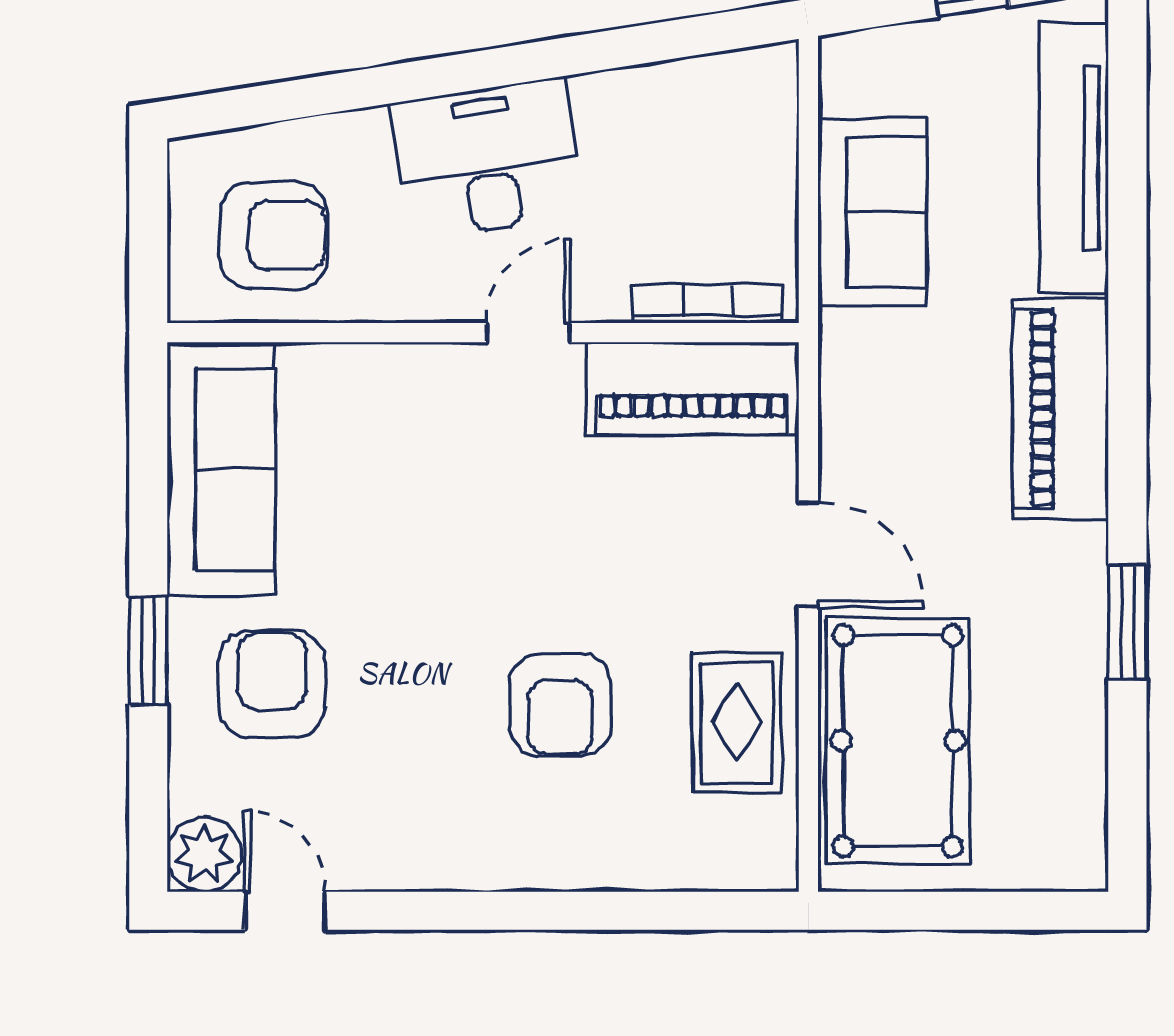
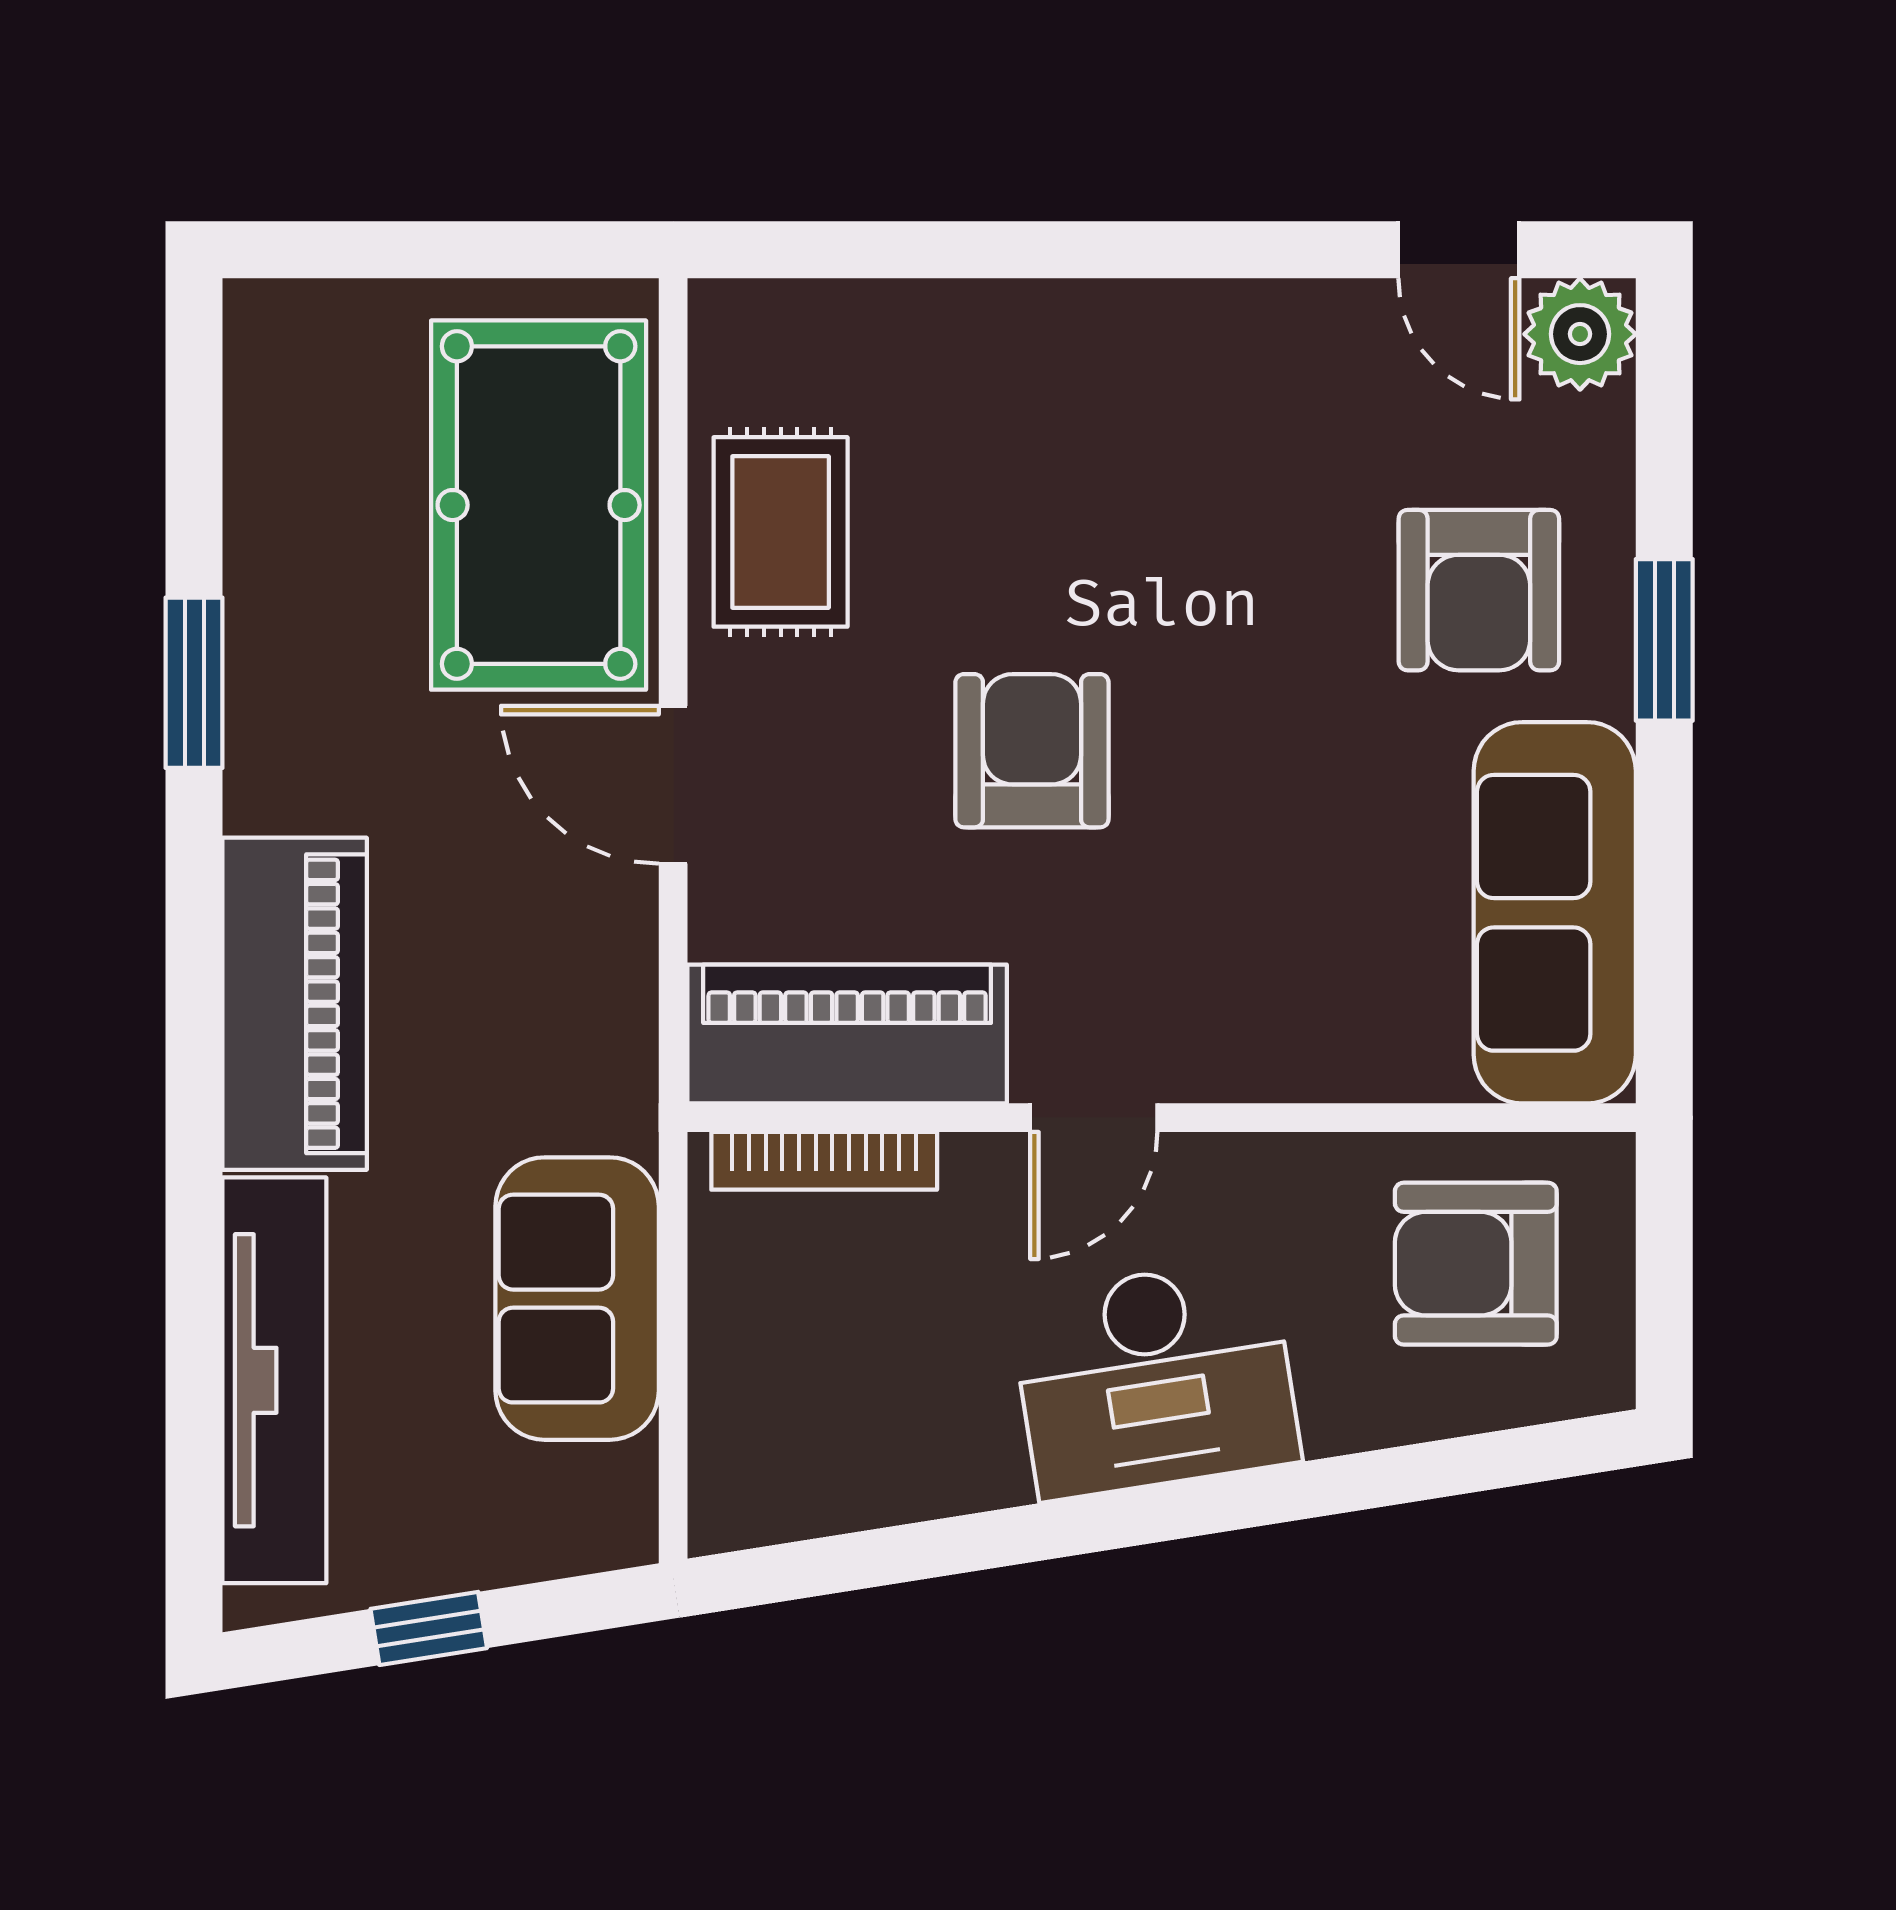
armchair: (560, 705) -> (1032, 751), moved

